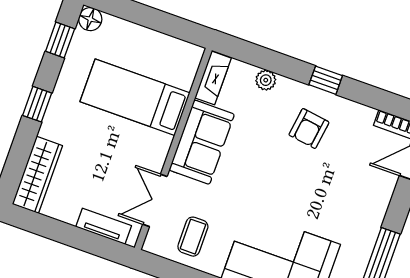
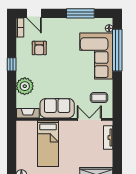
plant: (266, 80) -> (25, 86), width x1.88, depth x1.88
armchair: (309, 128) -> (39, 48), moved, turned 82
double door: (155, 200) -> (89, 119), swing flipped

